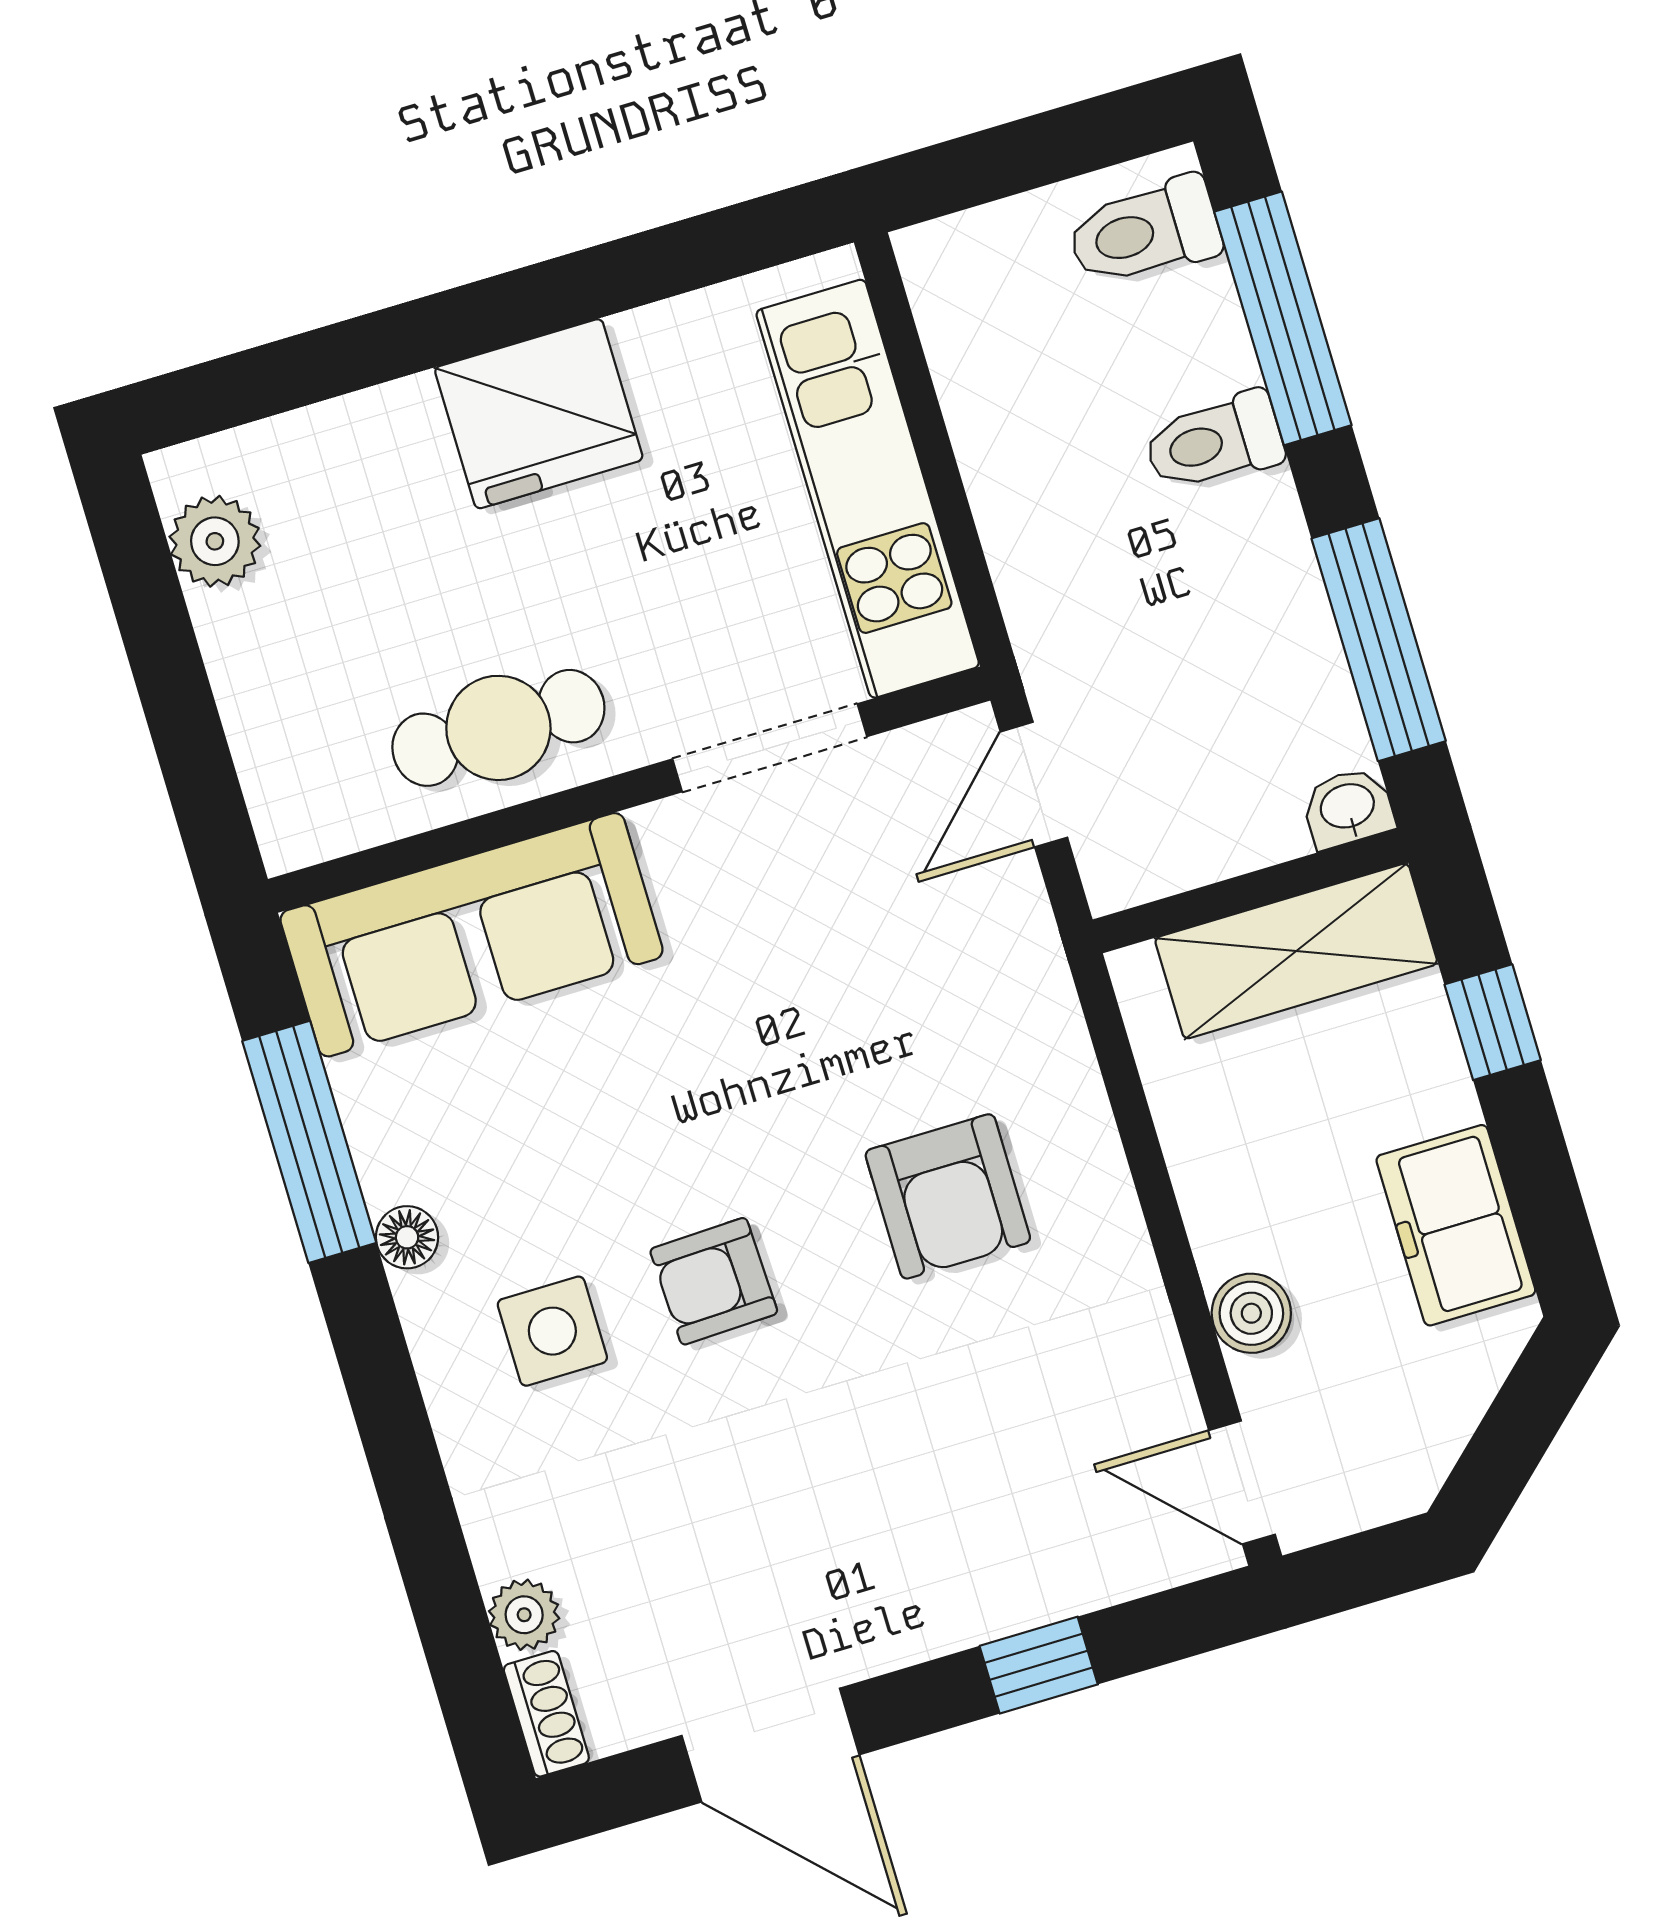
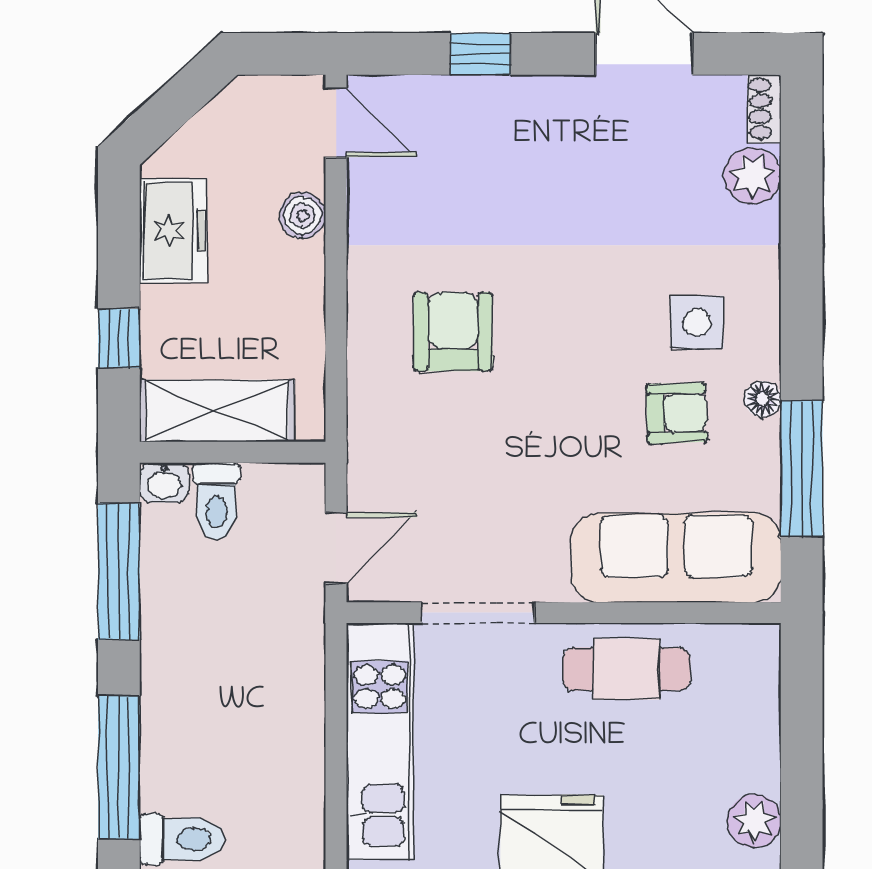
toilet: (1214, 442) -> (216, 501), moved, turned 90
armchair: (714, 1281) -> (677, 413), moved
plant: (524, 1615) -> (752, 176), width x1.38, depth x1.38

